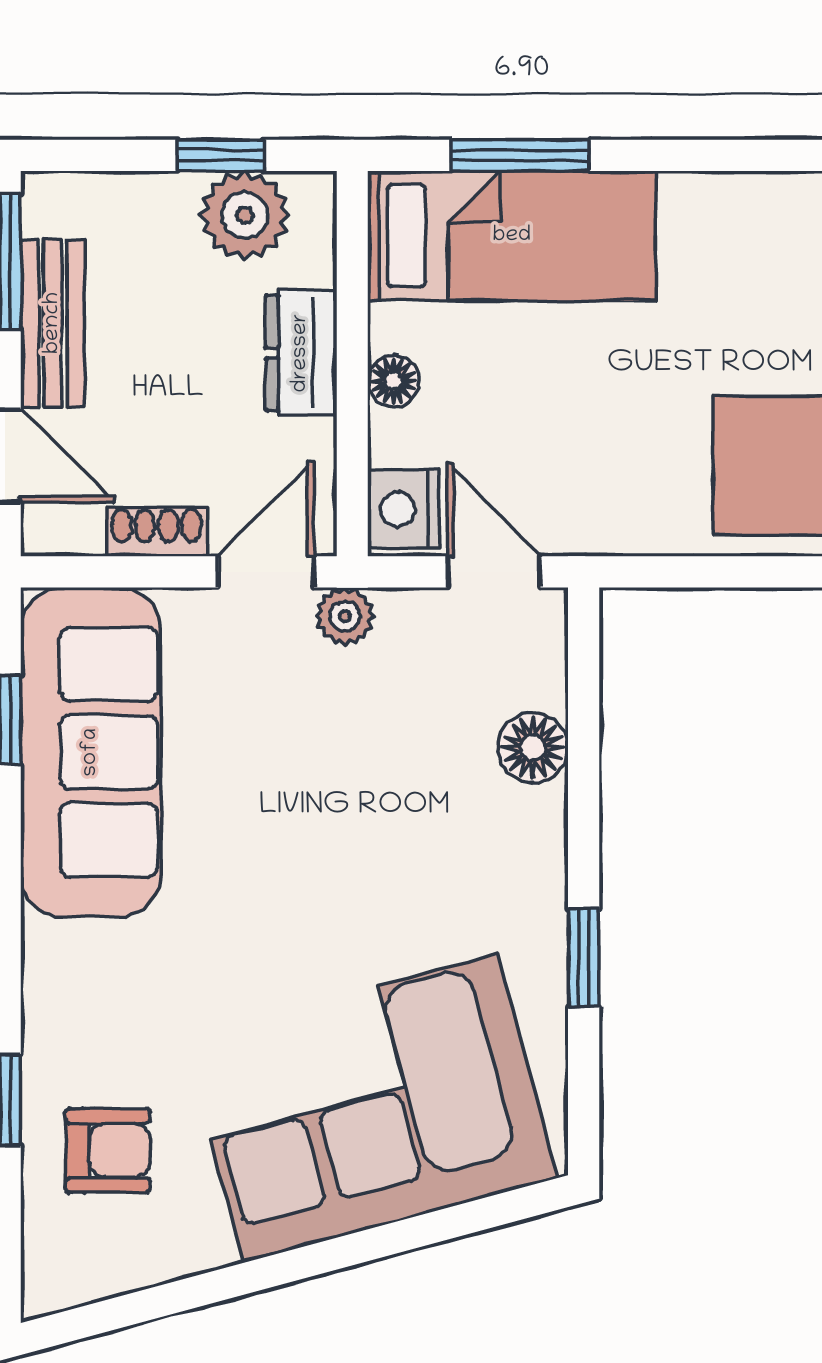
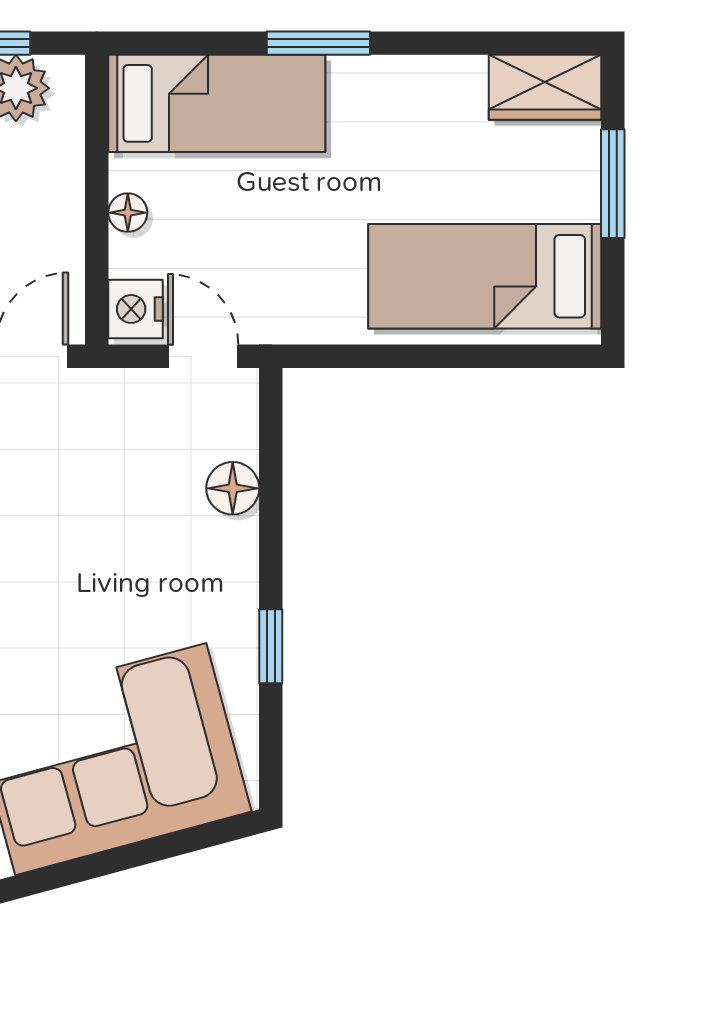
window: (520, 155) -> (318, 43), moved
dresser: (301, 353) -> (59, 192), removed
plant: (345, 616) -> (91, 389), removed

